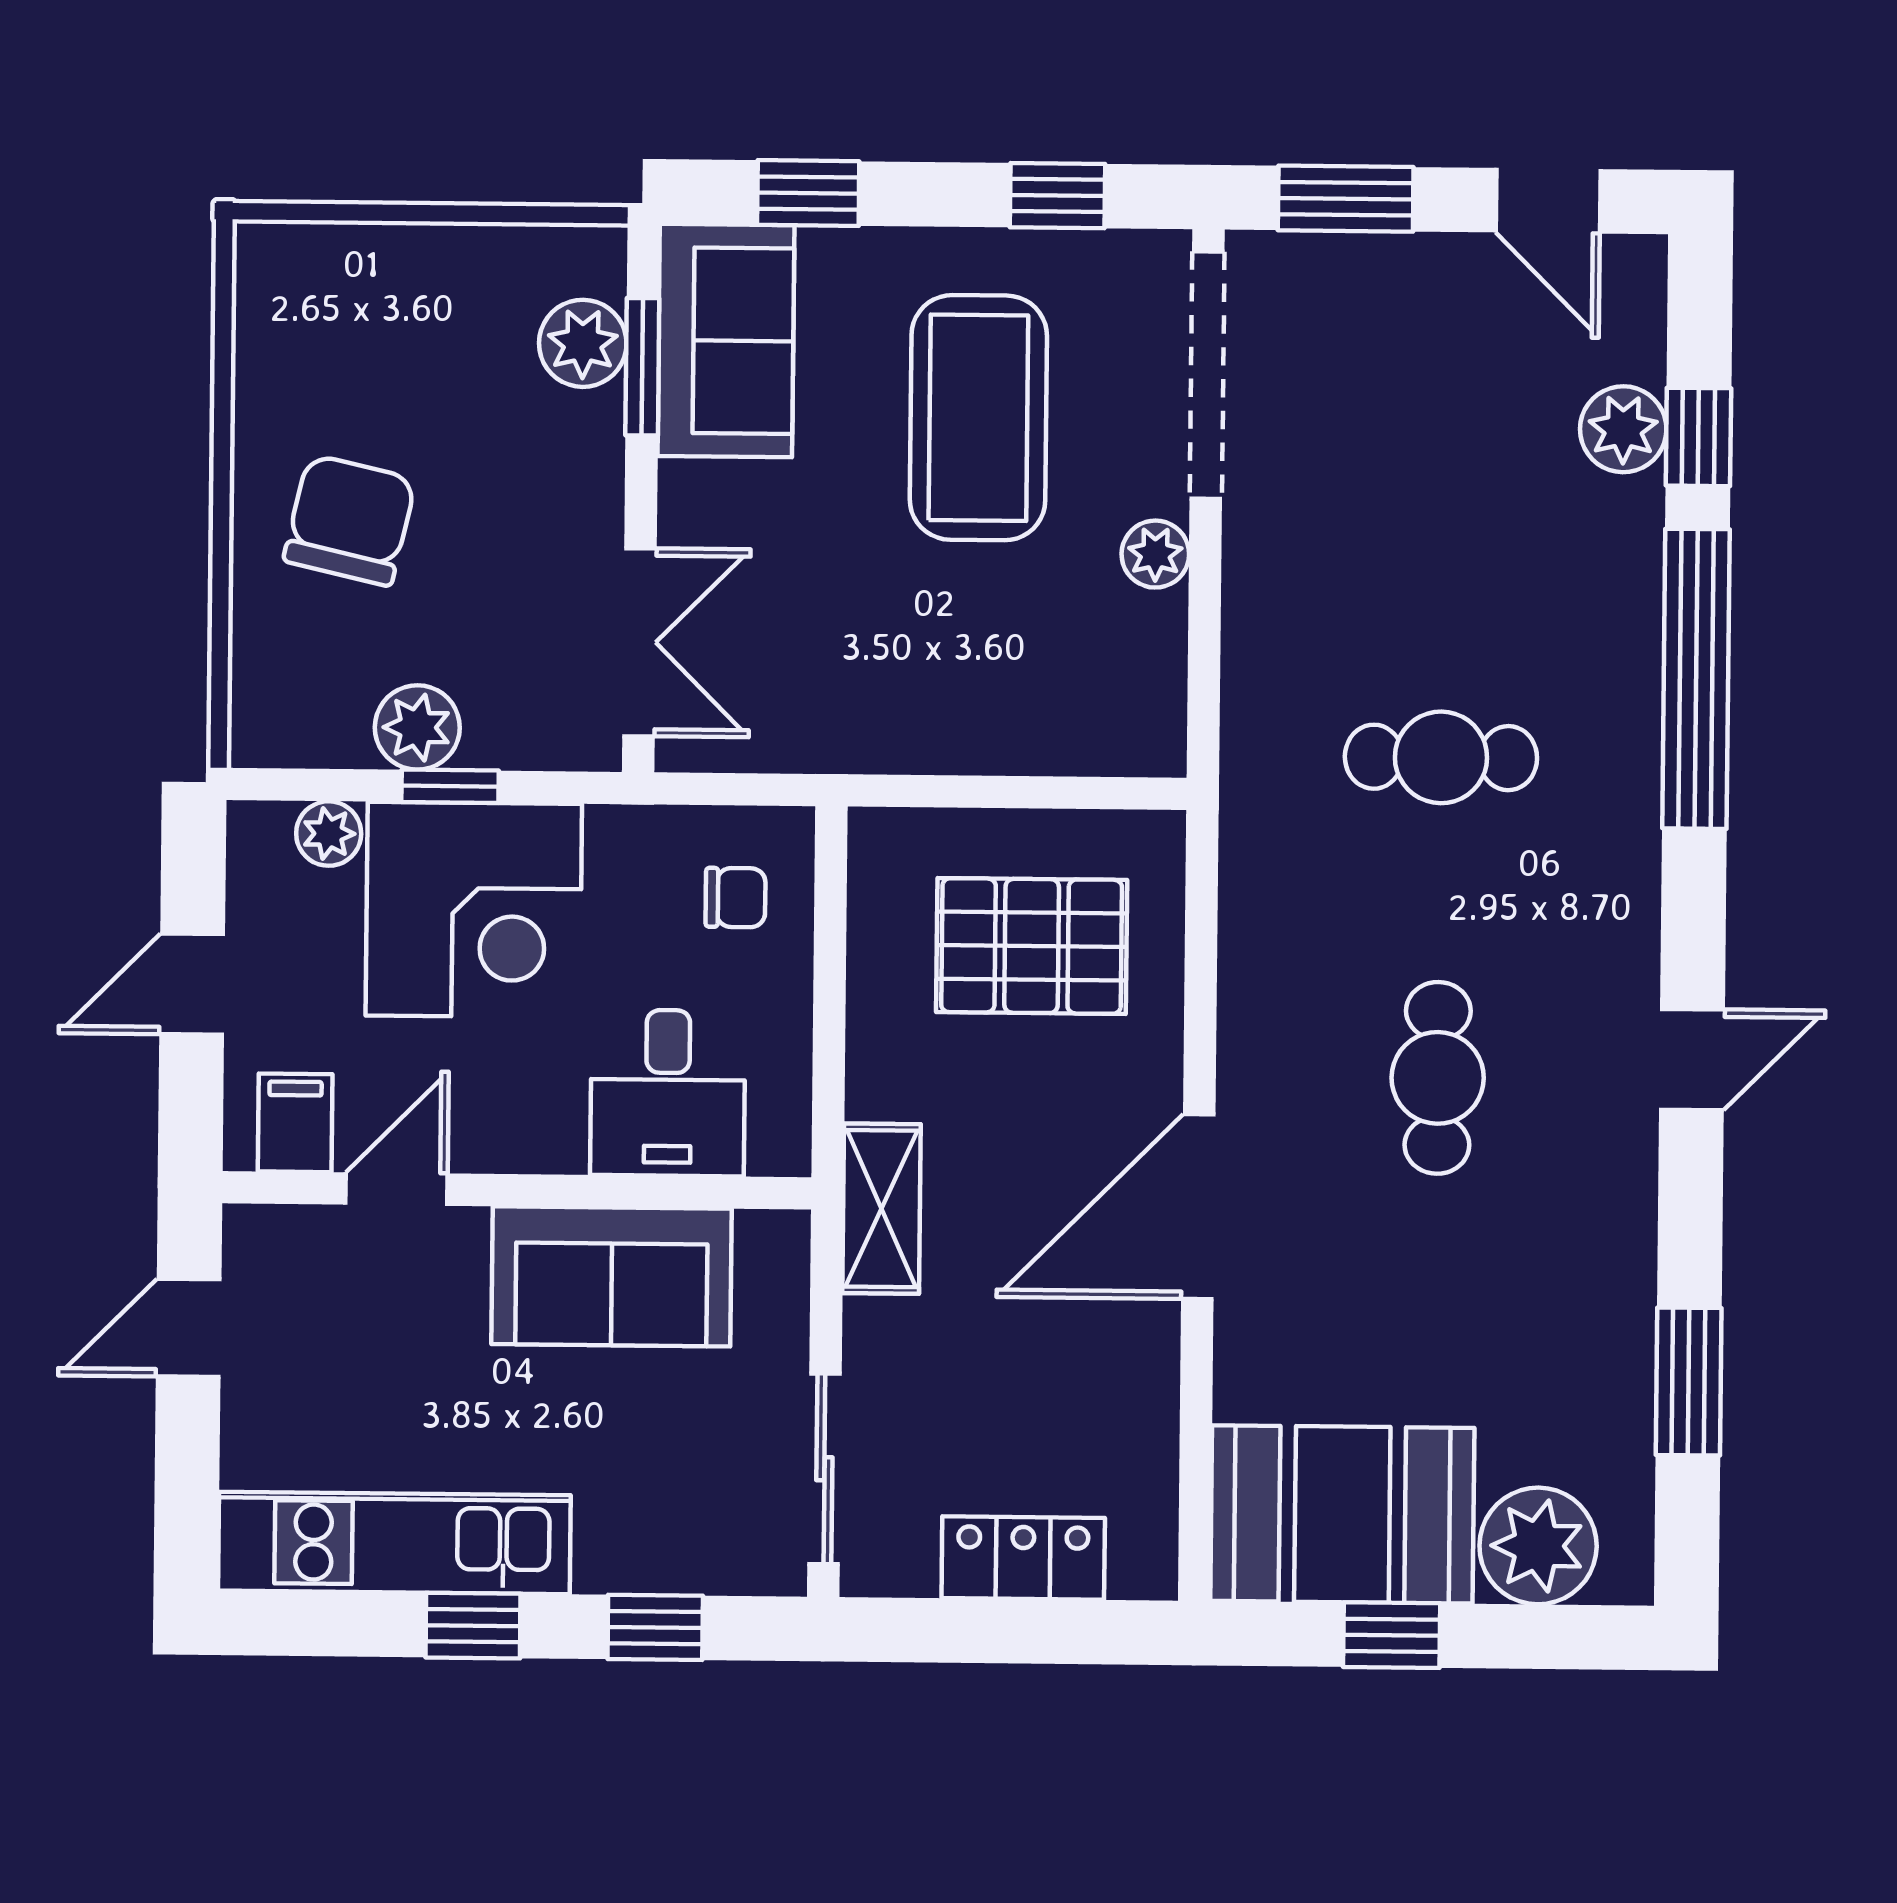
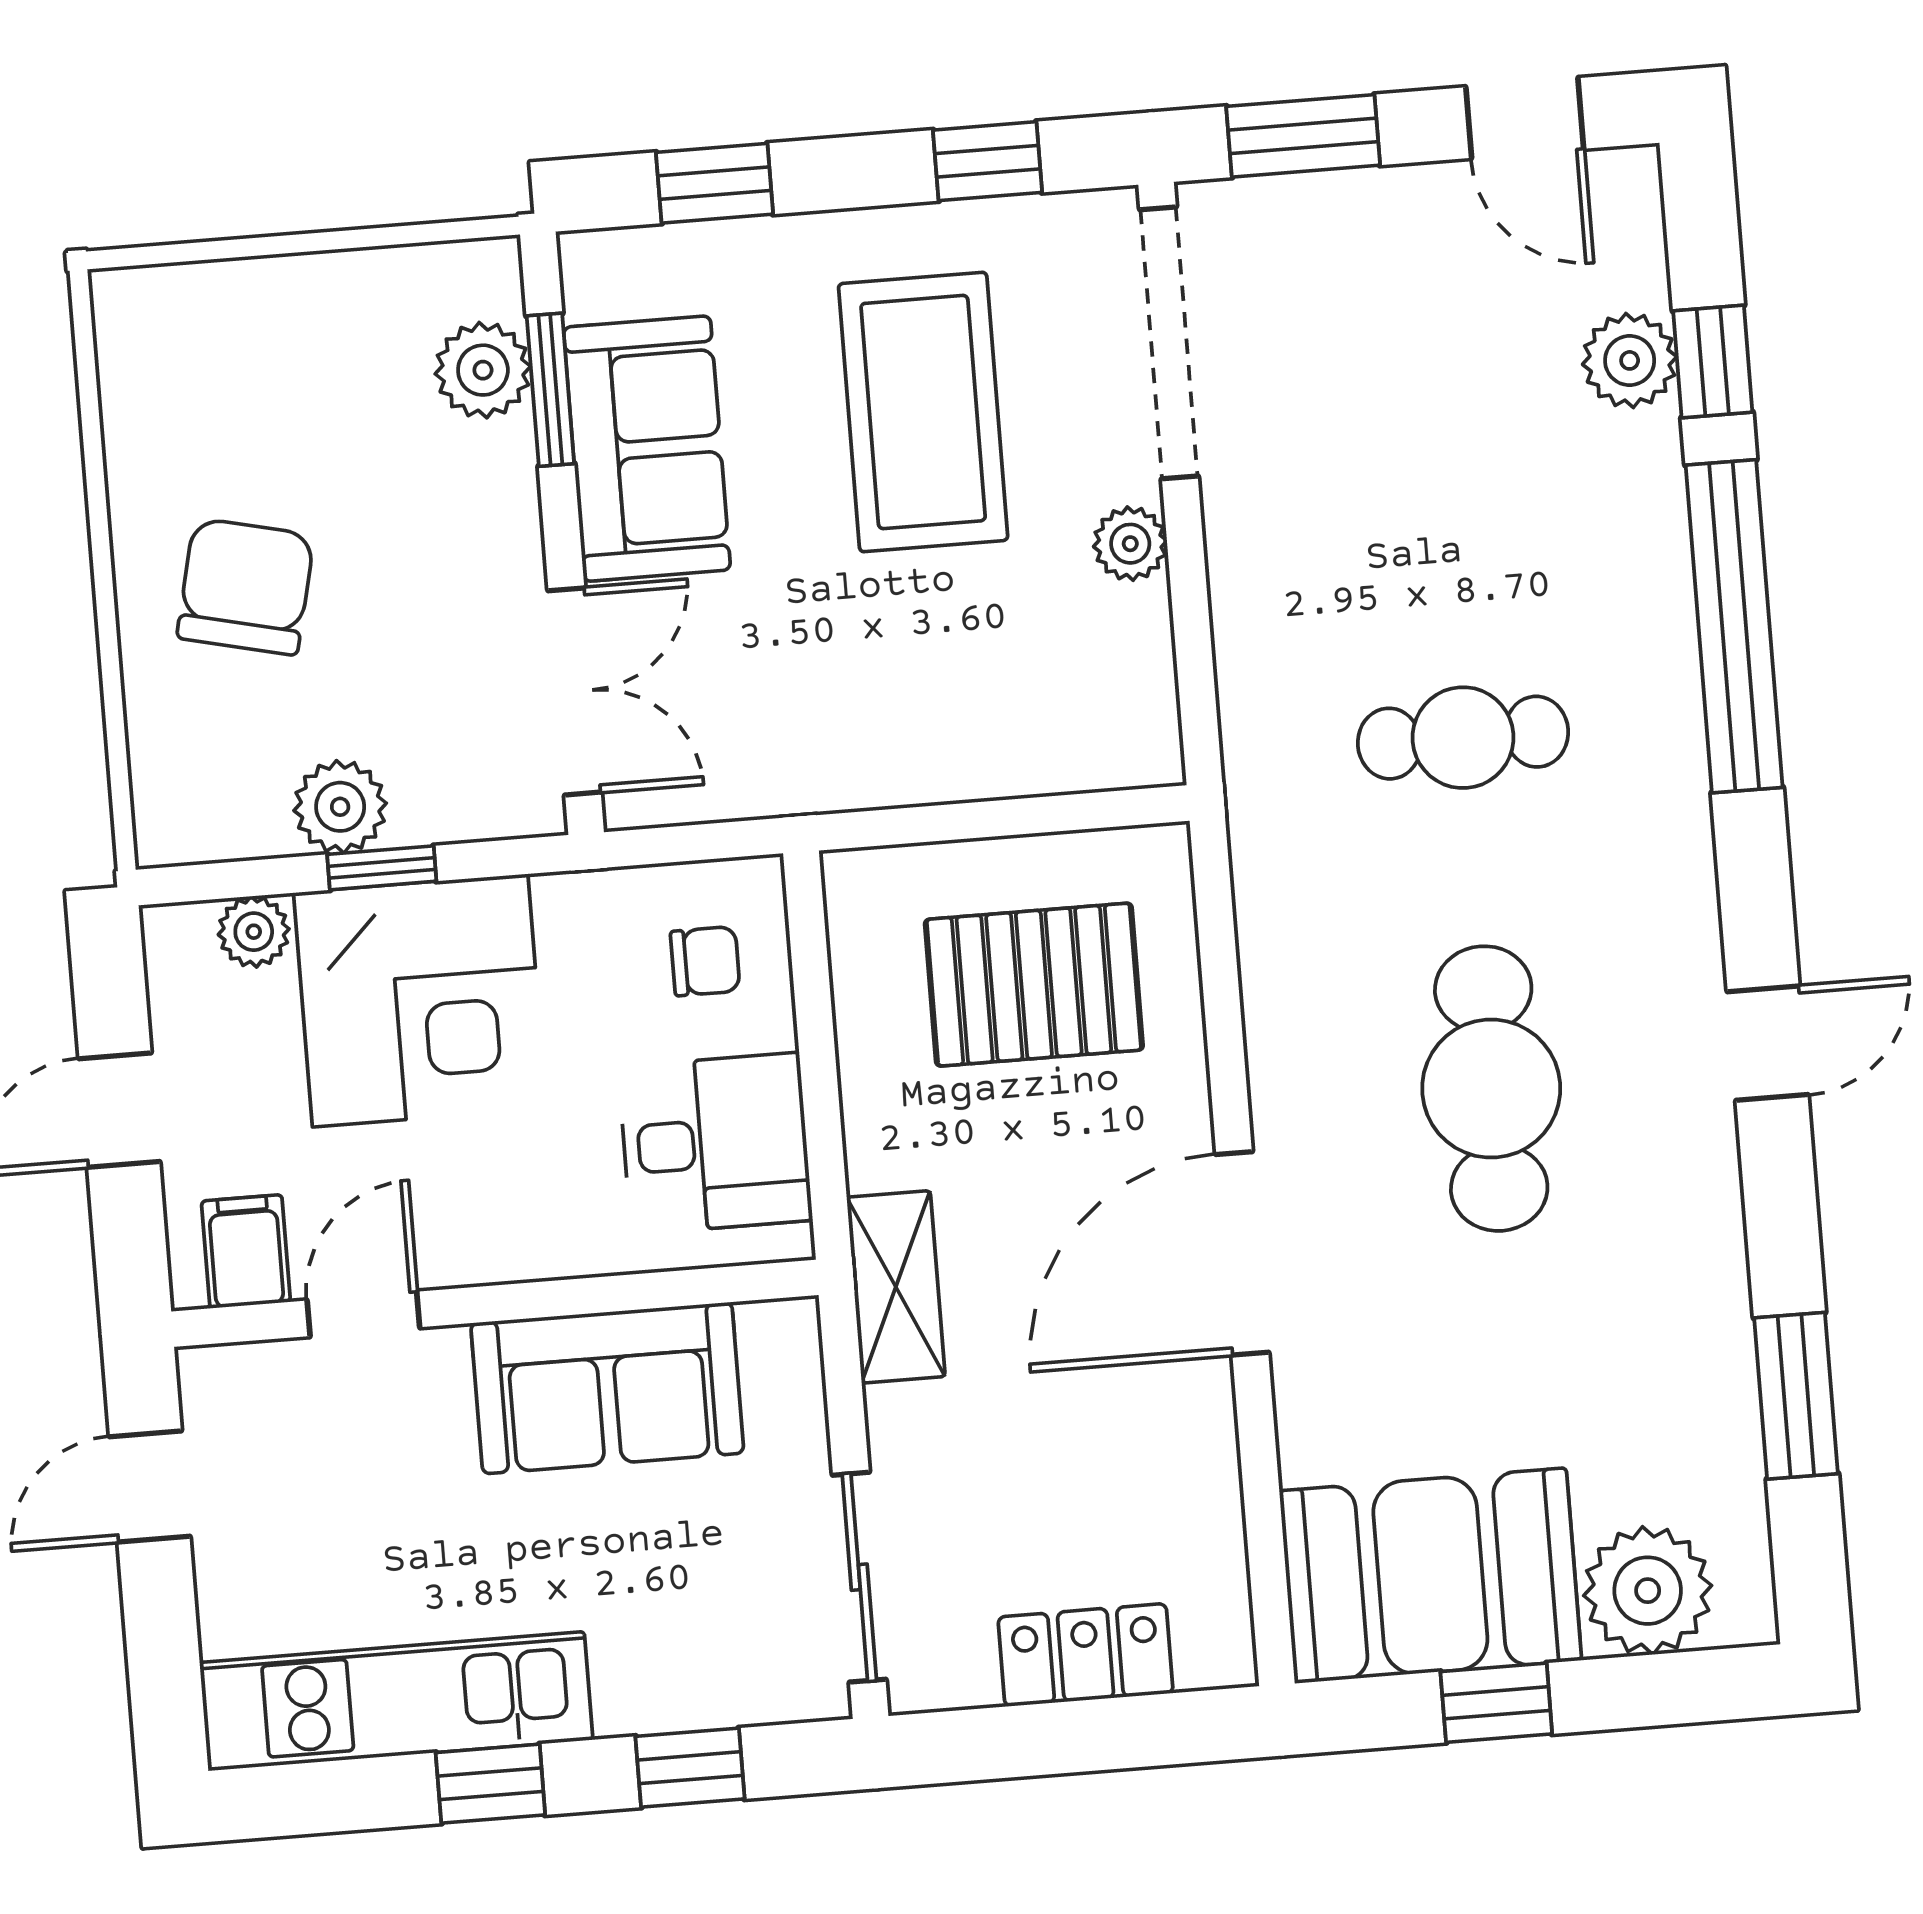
sofa: (726, 341) -> (647, 449), moved
cafe table: (1438, 1078) -> (1491, 1089), width x1.37, depth x1.35
desk: (668, 1093) -> (715, 1143), moved, turned -90

